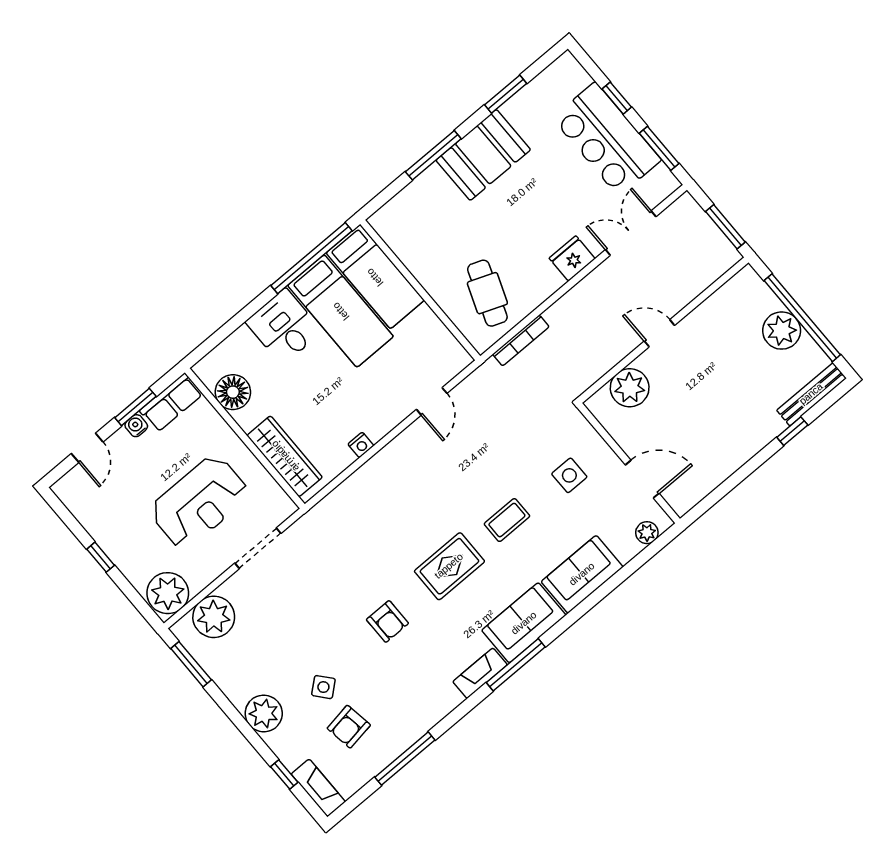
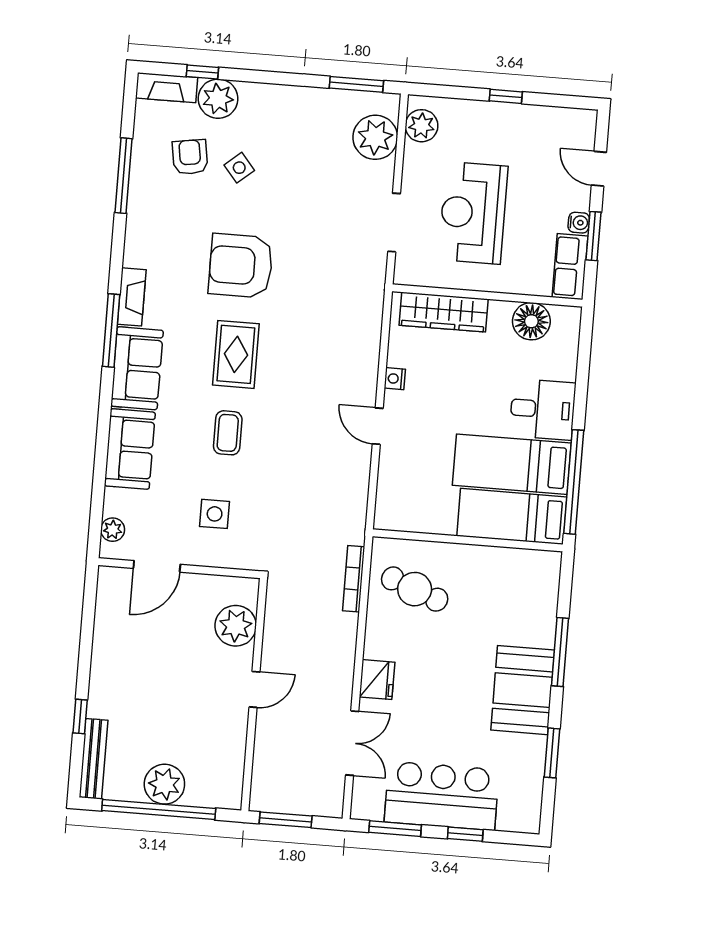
door: (432, 401) -> (378, 426), moved
plant: (168, 593) -> (422, 126), width x0.73, depth x0.73
armchair: (387, 621) -> (241, 266), width x1.88, depth x1.88
plant: (264, 713) -> (218, 99), moved

